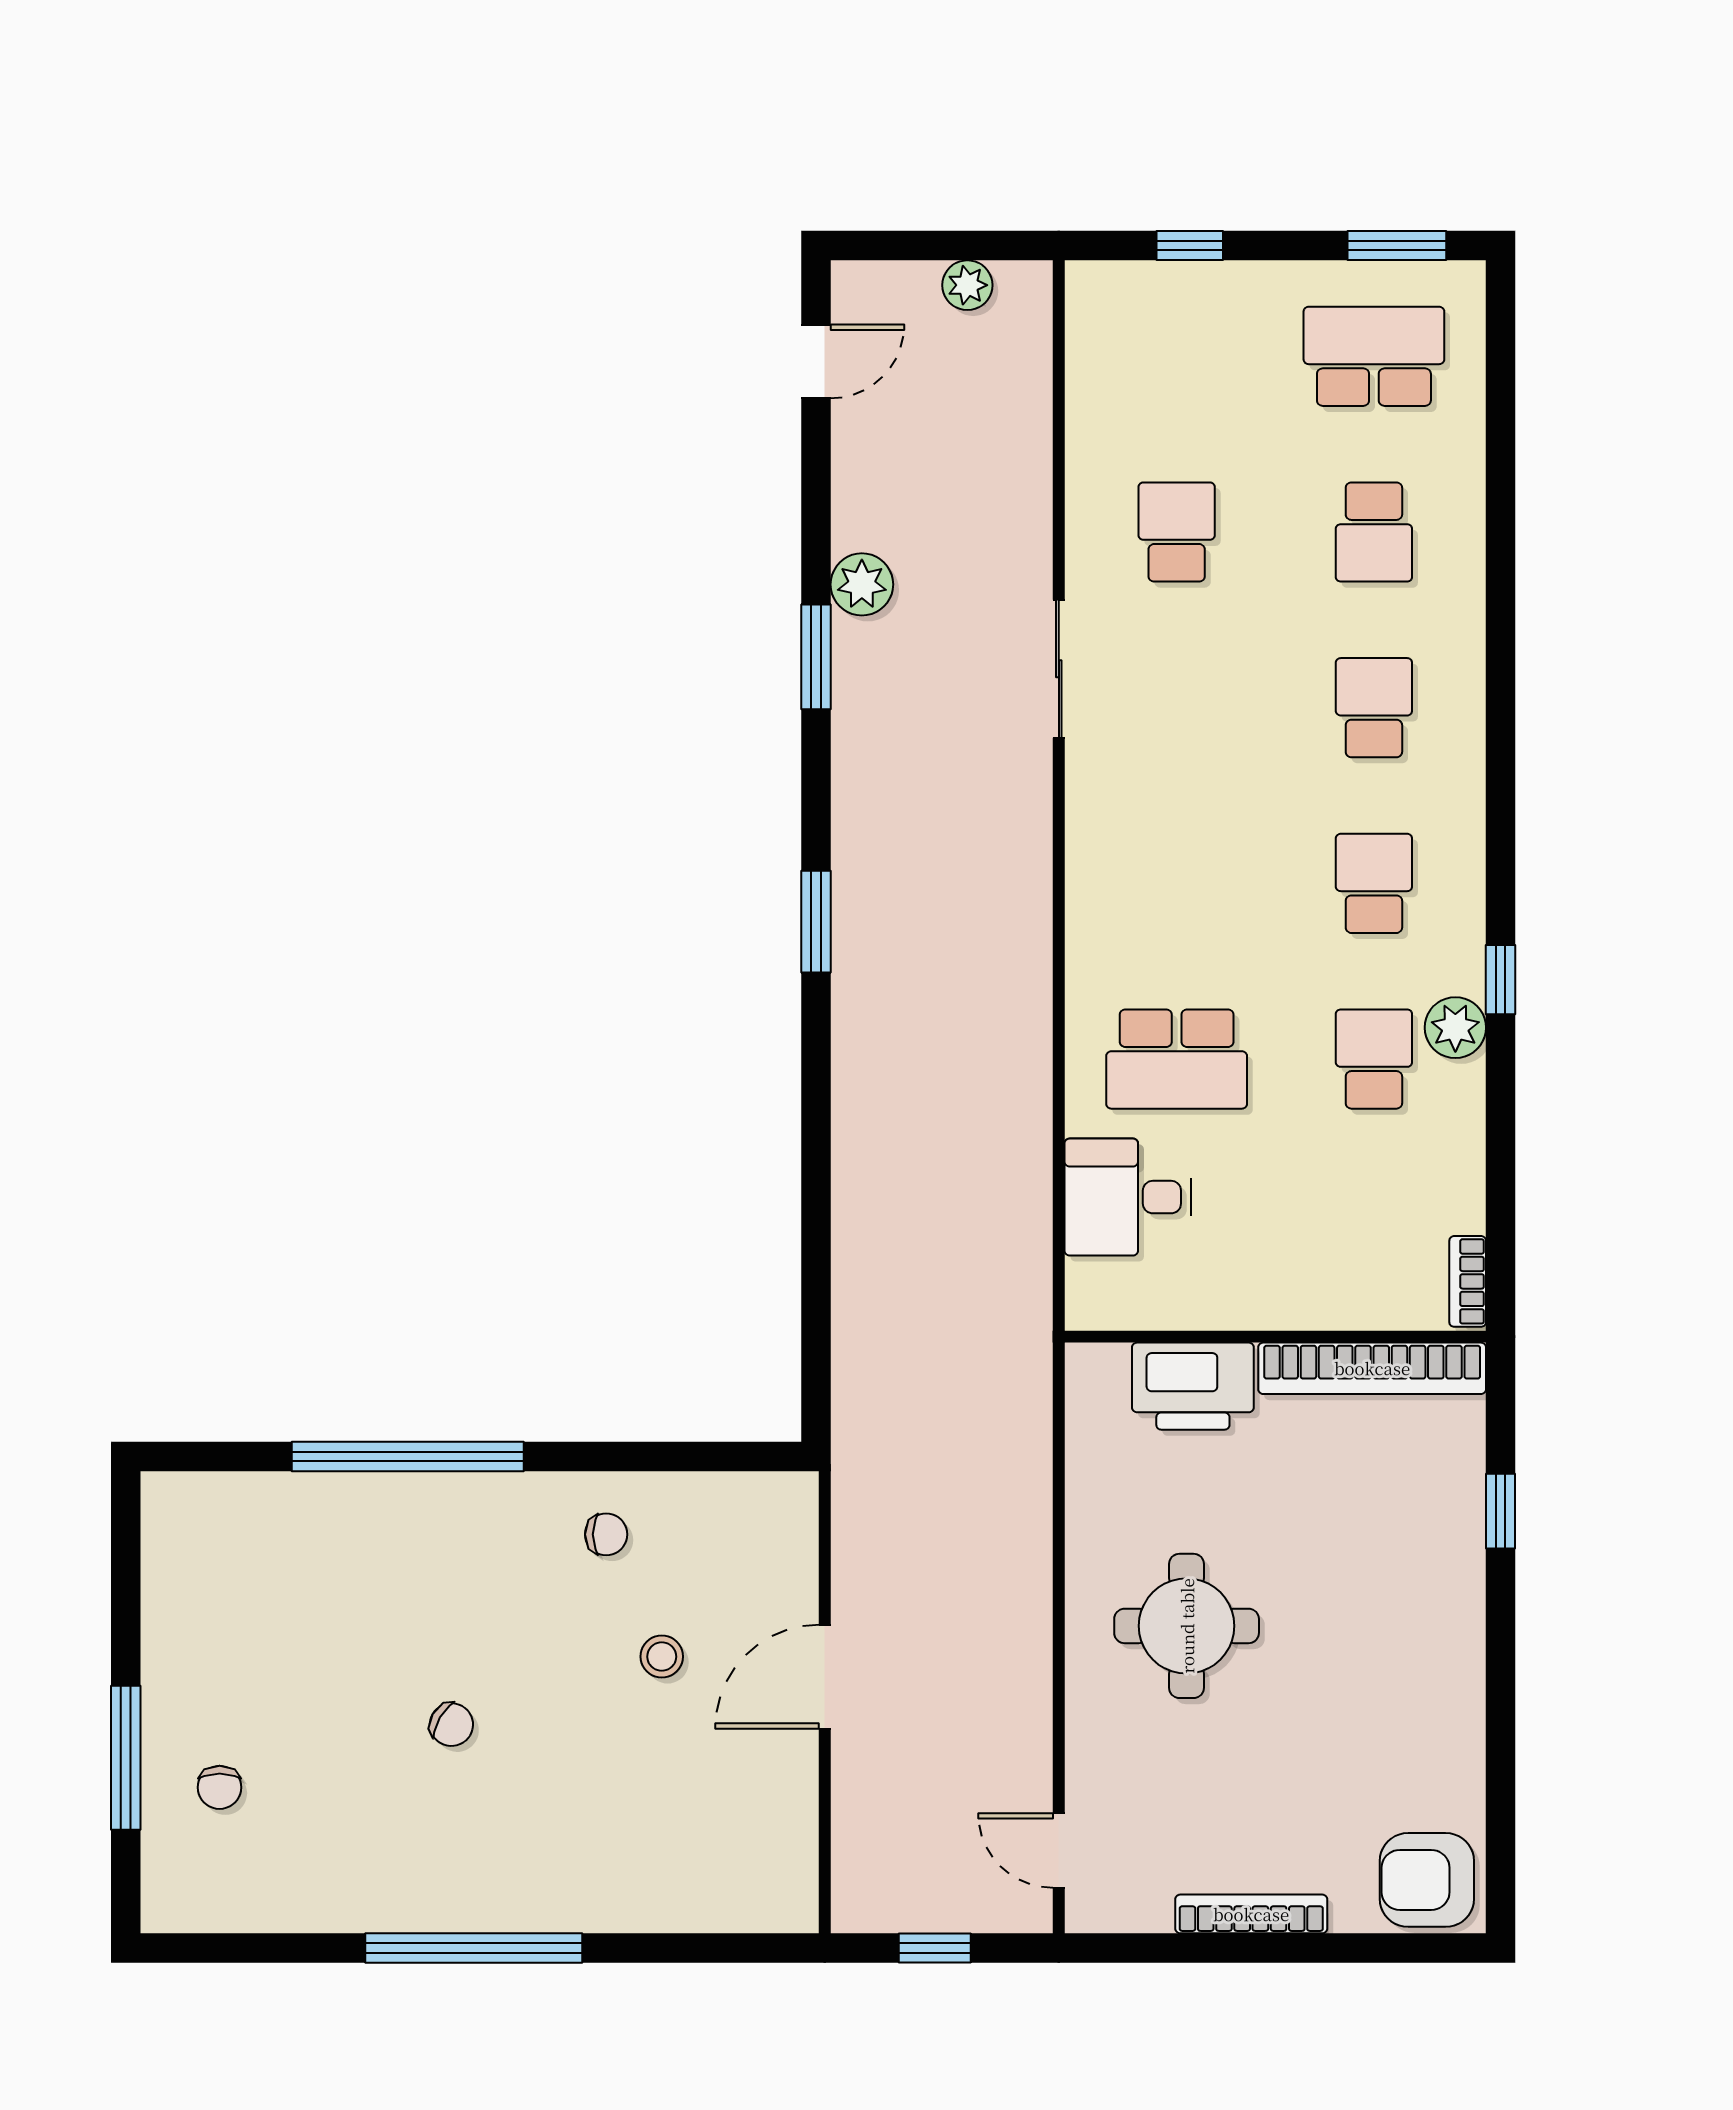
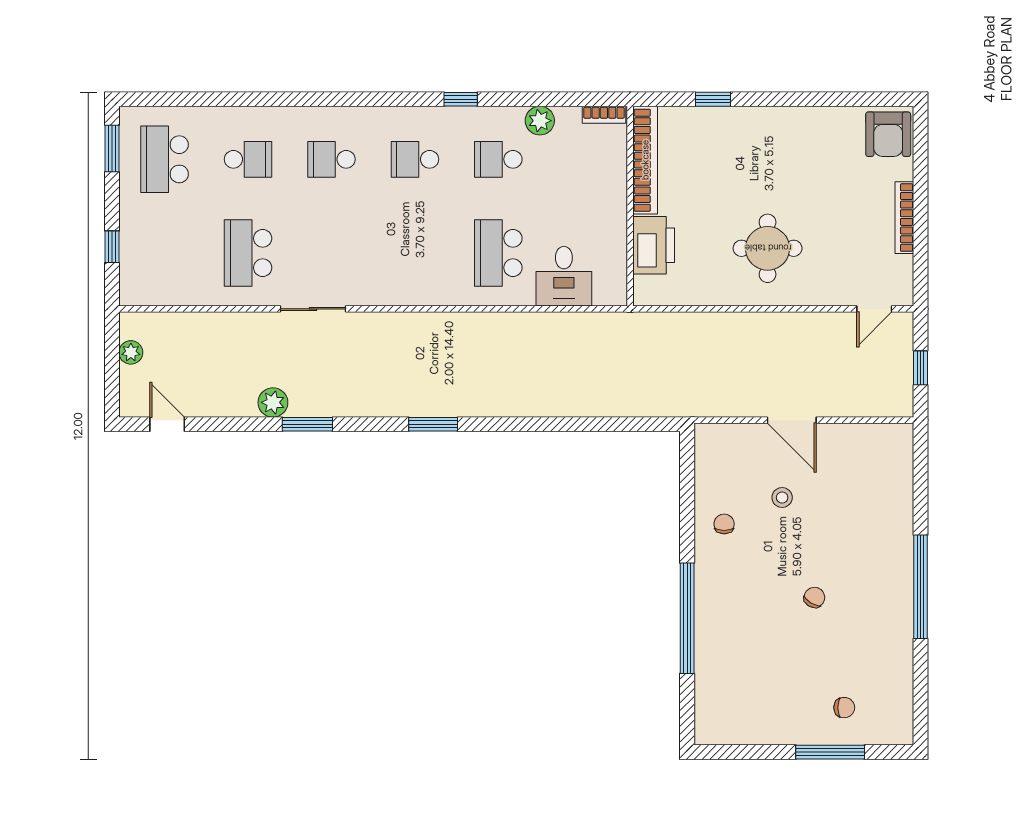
school desk: (1177, 532) -> (248, 253), width x1.85
plant: (1455, 1028) -> (540, 121), moved
school desk: (1177, 1059) -> (498, 253), turned 180

